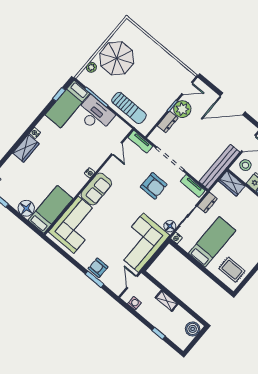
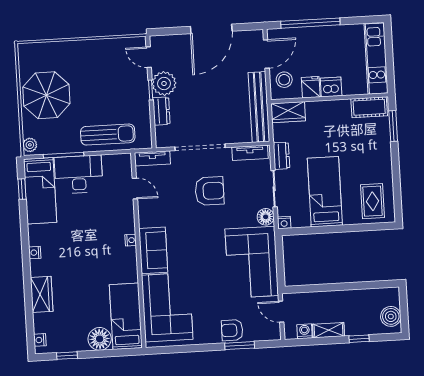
plant: (91, 67) -> (30, 145), moved
door: (187, 88) -> (149, 57), swing flipped
wardrobe: (26, 148) -> (42, 294), moved
rug: (232, 270) -> (373, 201), turned 90
shelving: (167, 301) -> (328, 330), moved
boiler: (193, 329) -> (391, 316), moved

